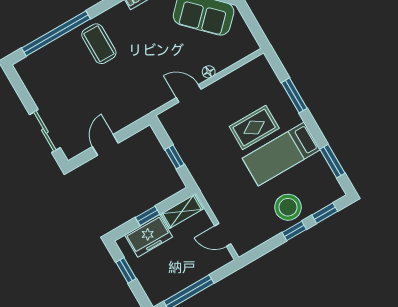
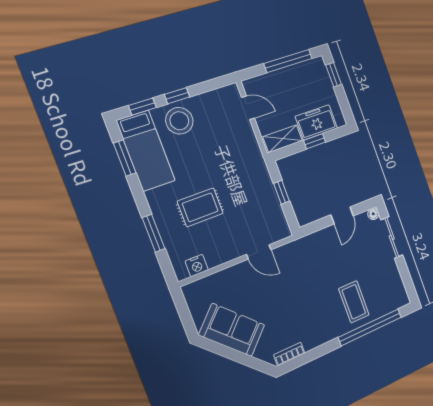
coffee table: (99, 44) -> (354, 302), moved
nightstand: (248, 71) -> (197, 266), added
floor lamp: (209, 72) -> (373, 214), moved
bed: (281, 154) -> (146, 151), moved, turned 90
window: (126, 270) -> (334, 75), moved

